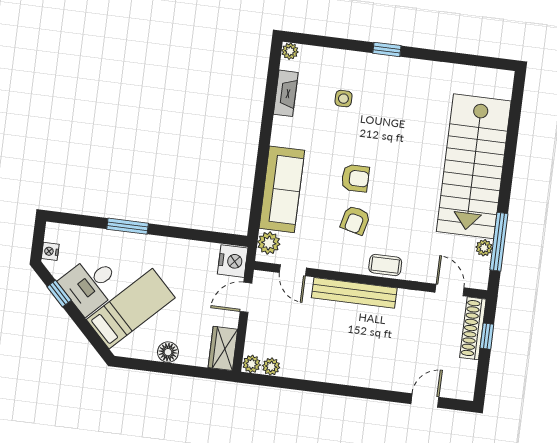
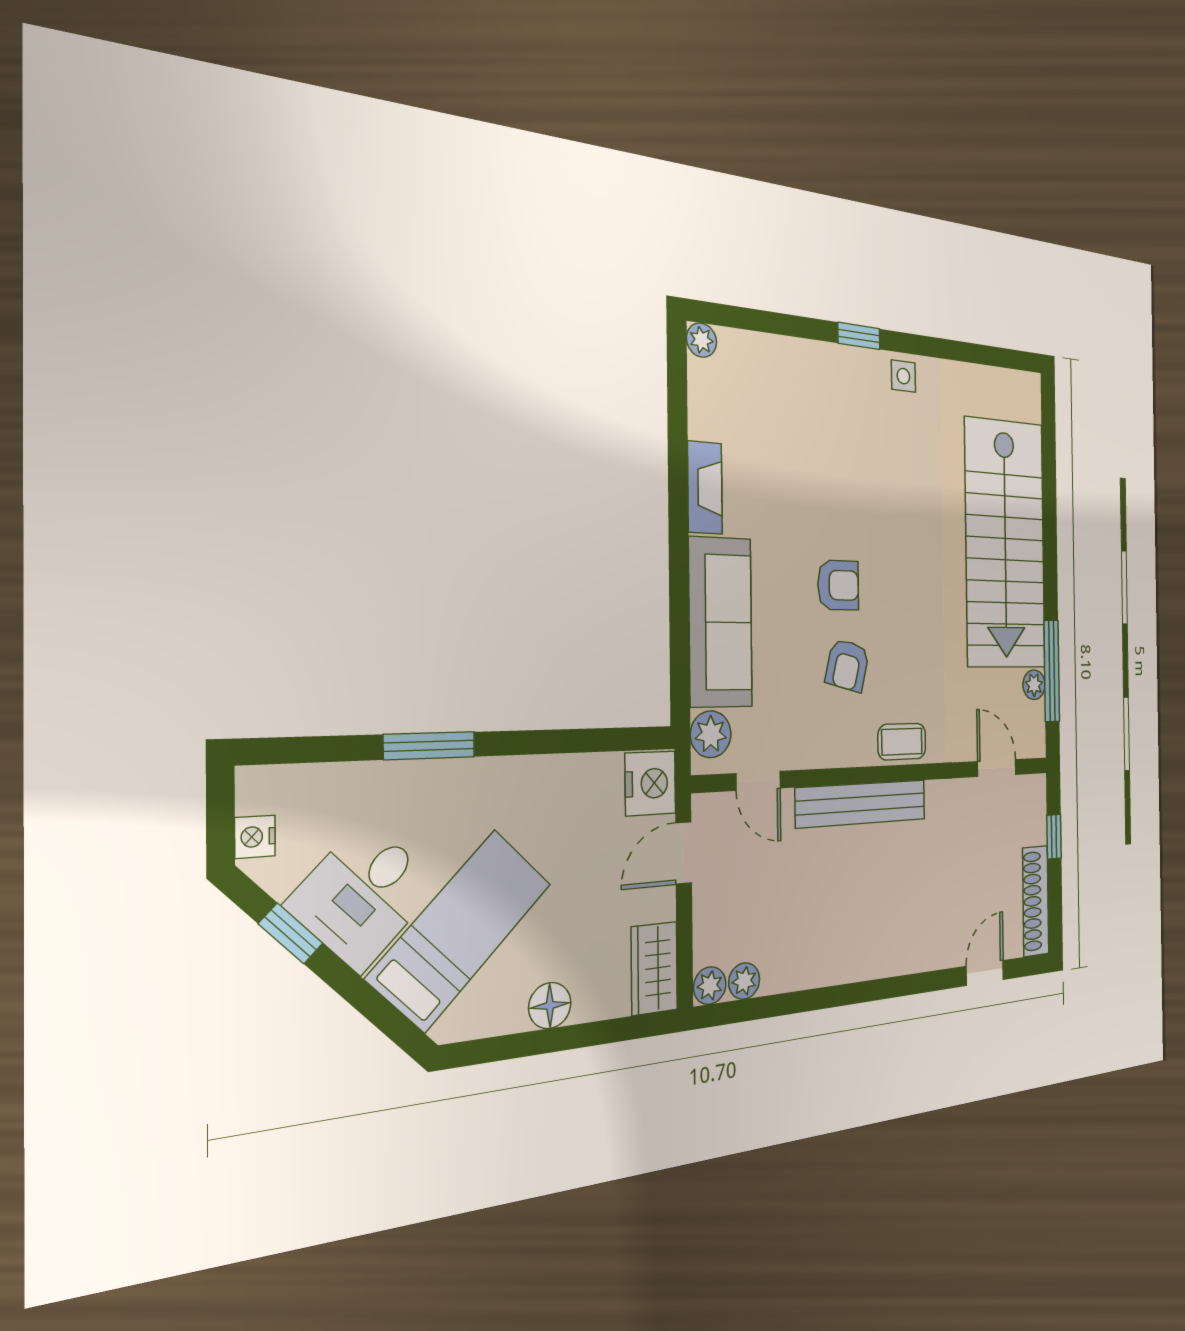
fireplace: (286, 93) -> (705, 488), moved
side table: (343, 99) -> (903, 376), moved
shoe rack: (473, 328) -> (1036, 901), moved

